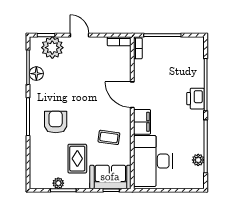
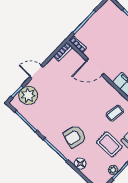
floor lamp: (36, 74) -> (80, 164), moved
door: (132, 95) -> (95, 67), moved
armchair: (56, 122) -> (75, 136), turned -75

